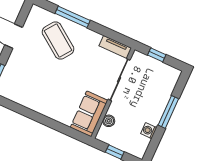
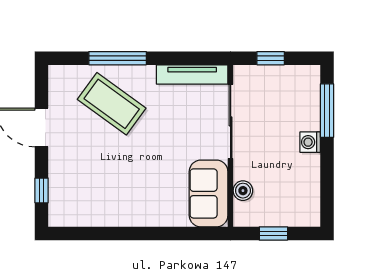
tv unit: (115, 47) -> (192, 74), width x1.41
window: (168, 112) -> (327, 111), moved
washing machine: (149, 131) -> (310, 142), moved

